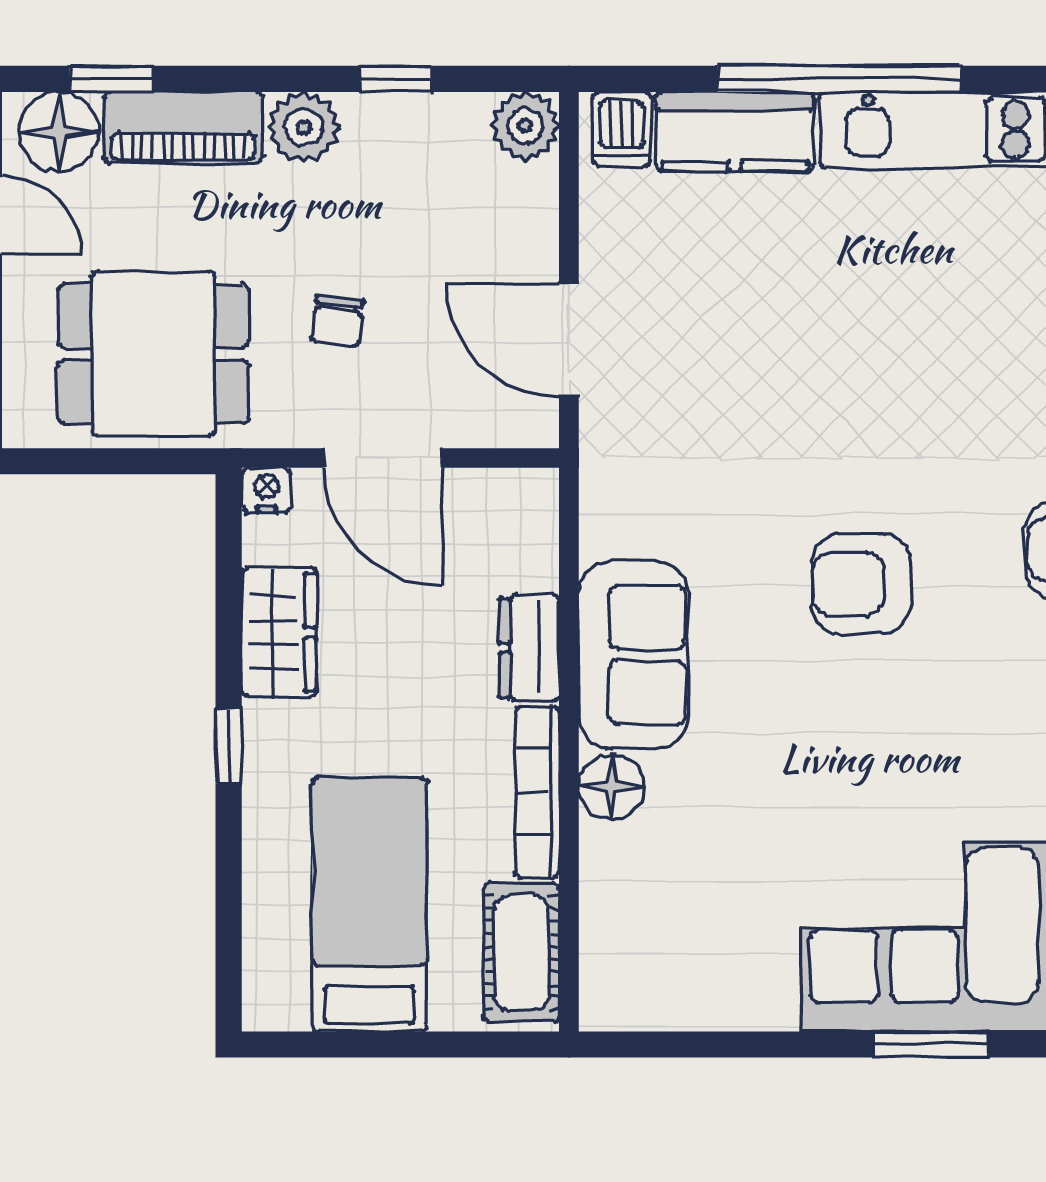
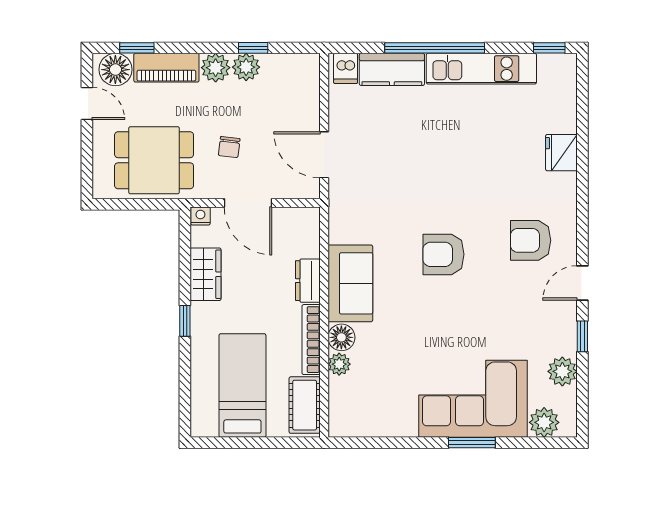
plant: (525, 126) -> (246, 67), moved
plant: (606, 852) -> (339, 364), added

